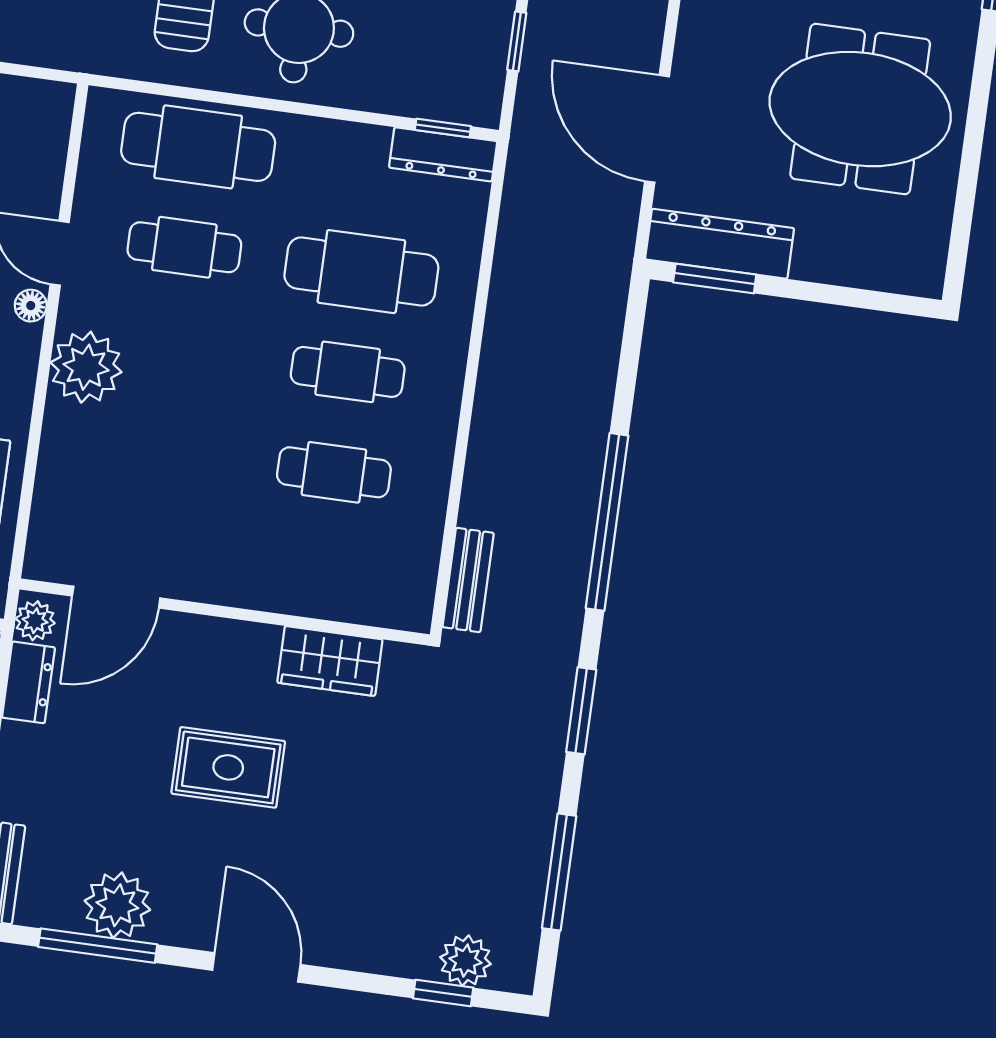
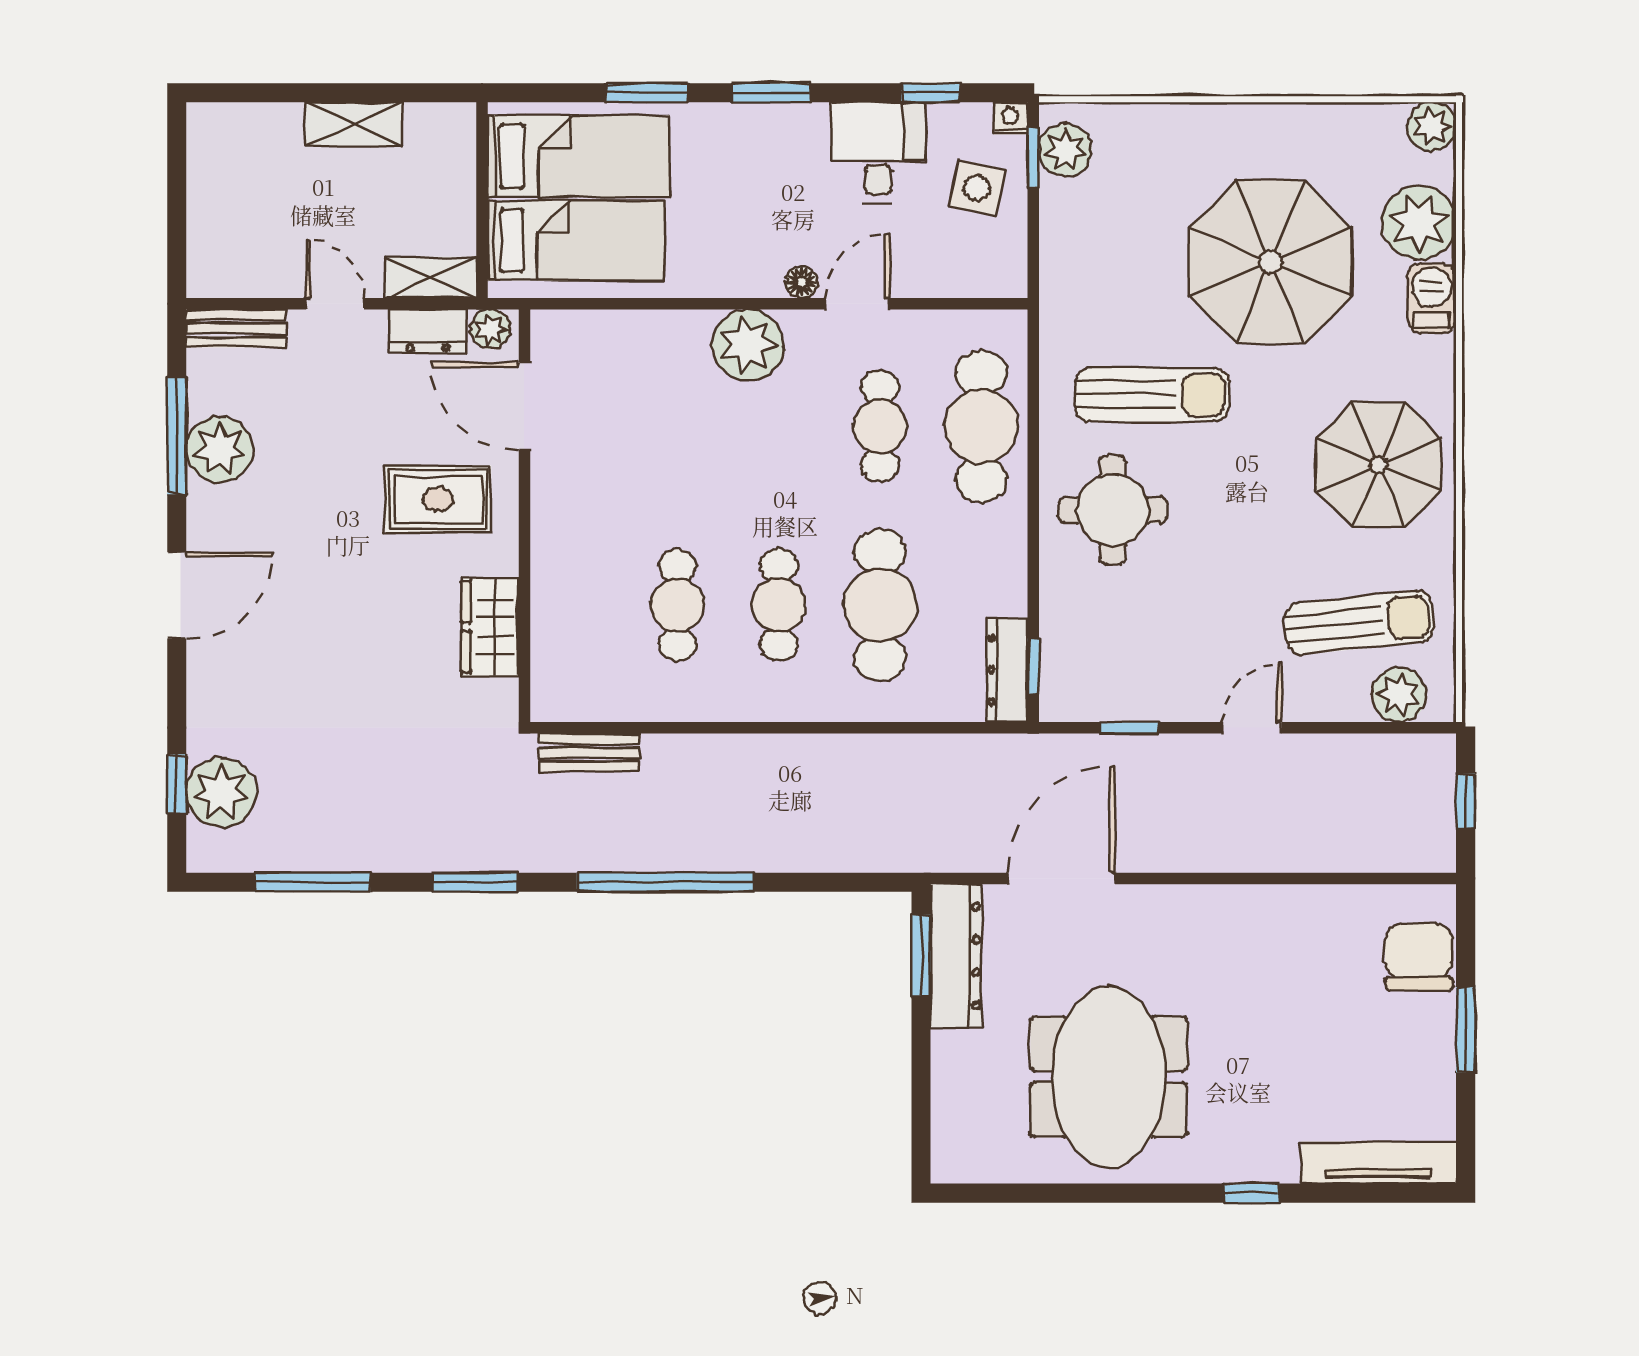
rug: (228, 767) -> (438, 499), moved, turned 90
plant: (465, 961) -> (221, 792), width x1.36, depth x1.36

